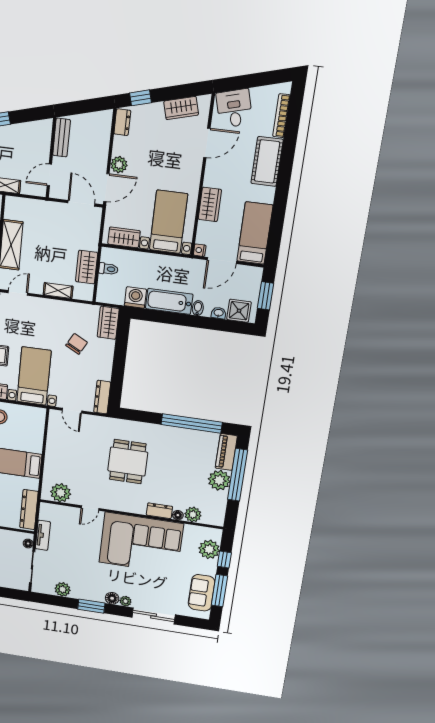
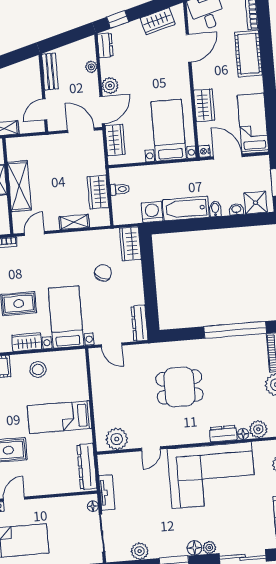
plant: (104, 142) -> (91, 67), added
wardrobe: (124, 237) -> (115, 140), moved, turned 90
door: (222, 261) -> (228, 157), swing flipped
dining table: (128, 462) -> (179, 387), turned 90

